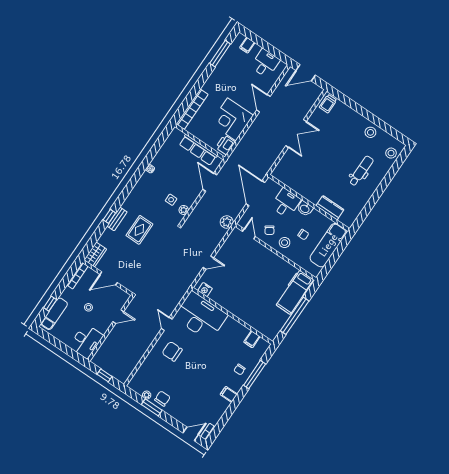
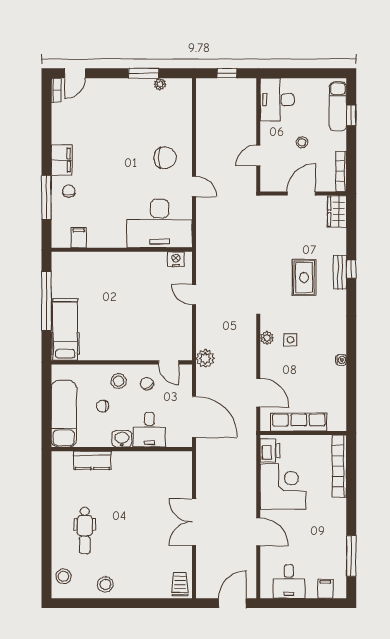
door: (208, 263) -> (194, 295), hinge flipped
filing cabinet: (229, 394) -> (62, 160), width x2.00
chair: (162, 399) -> (138, 93), removed

